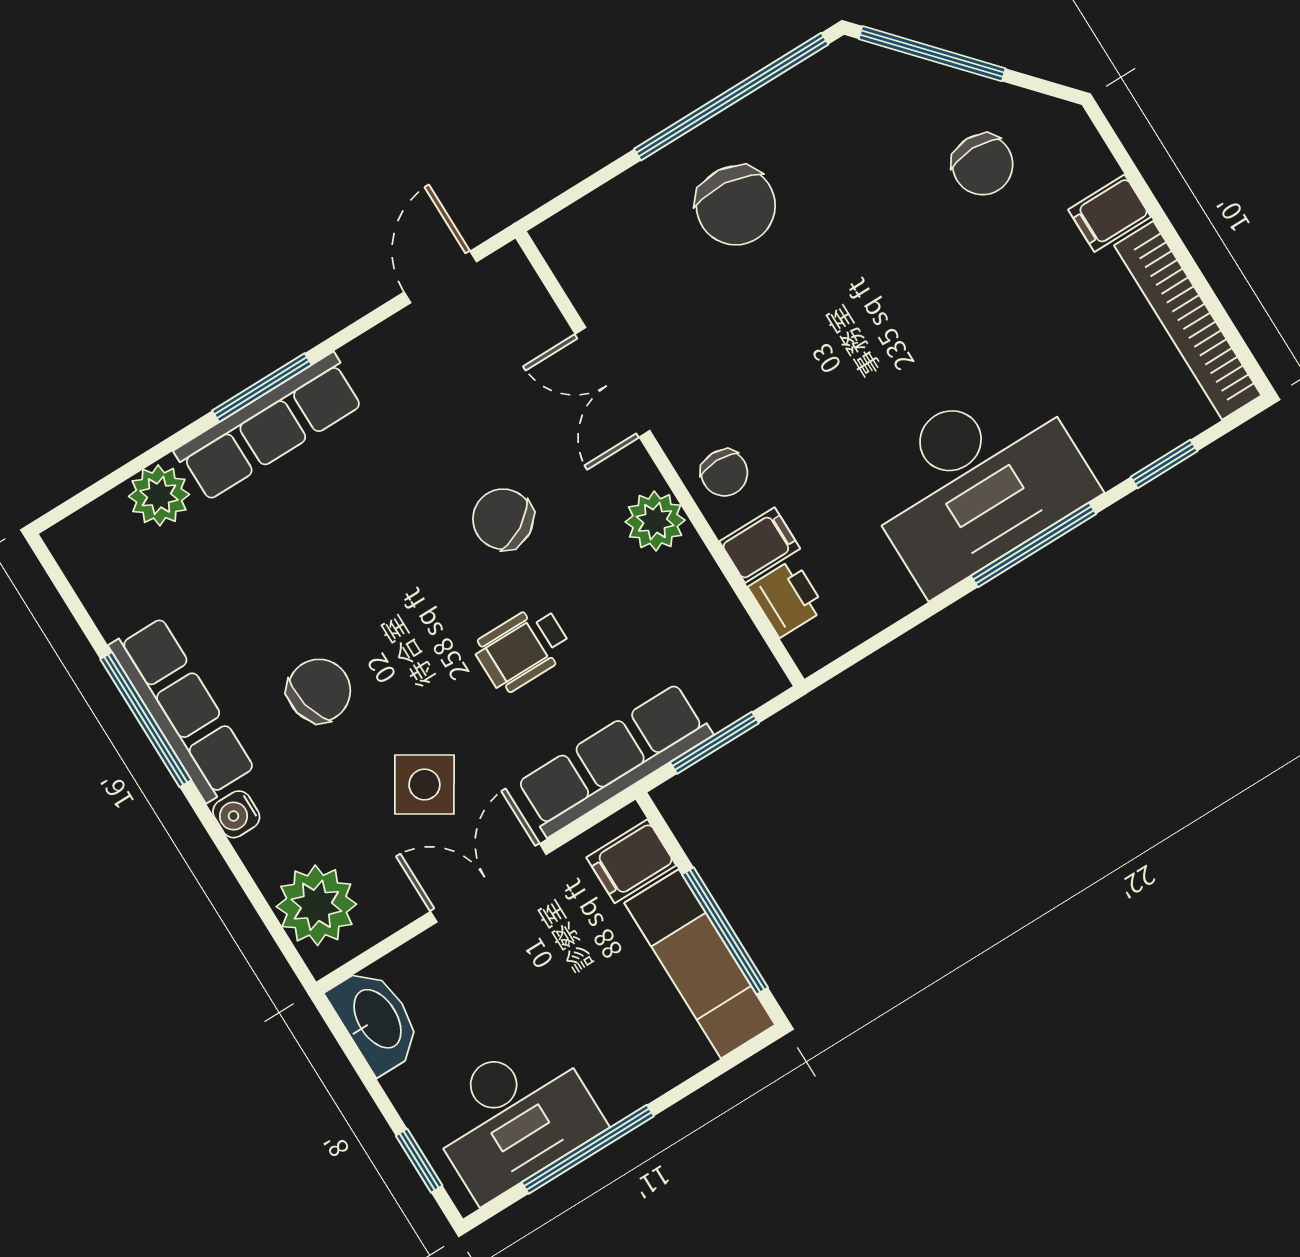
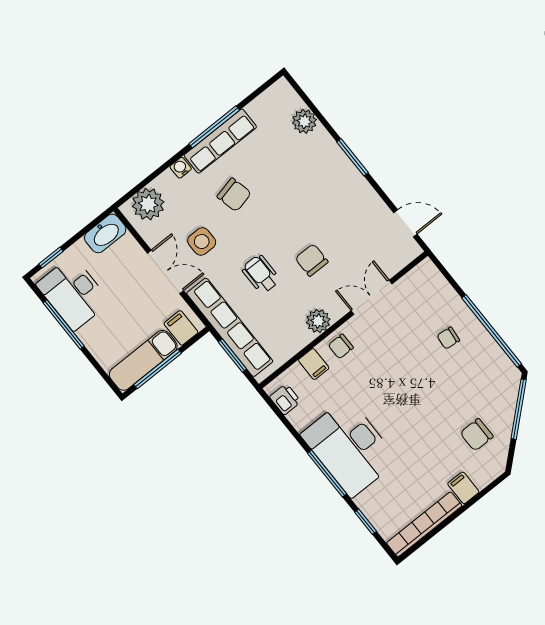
chair: (736, 206) -> (448, 338), width x0.54, depth x0.54
row of seats: (269, 427) -> (337, 162), removed
chair: (503, 519) -> (312, 260), turned -59
printer: (787, 598) -> (285, 399), moved, turned -90
row of seats: (614, 760) -> (230, 327), width x1.36
side table: (424, 784) -> (202, 242), turned -32

